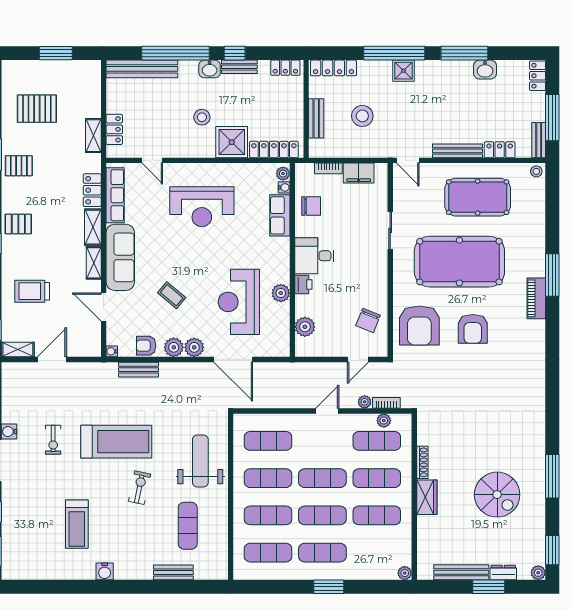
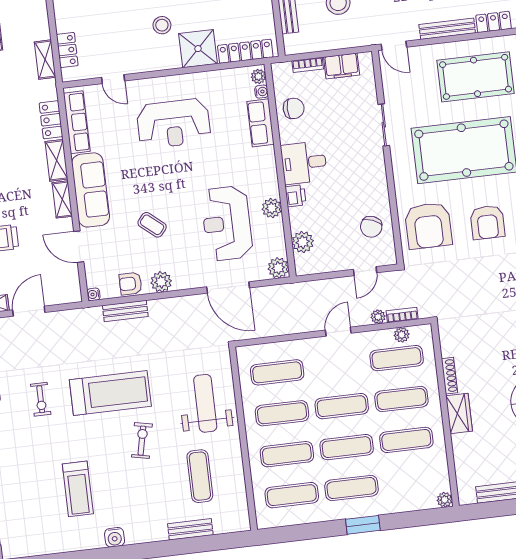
plant: (194, 347) -> (278, 268), moved

